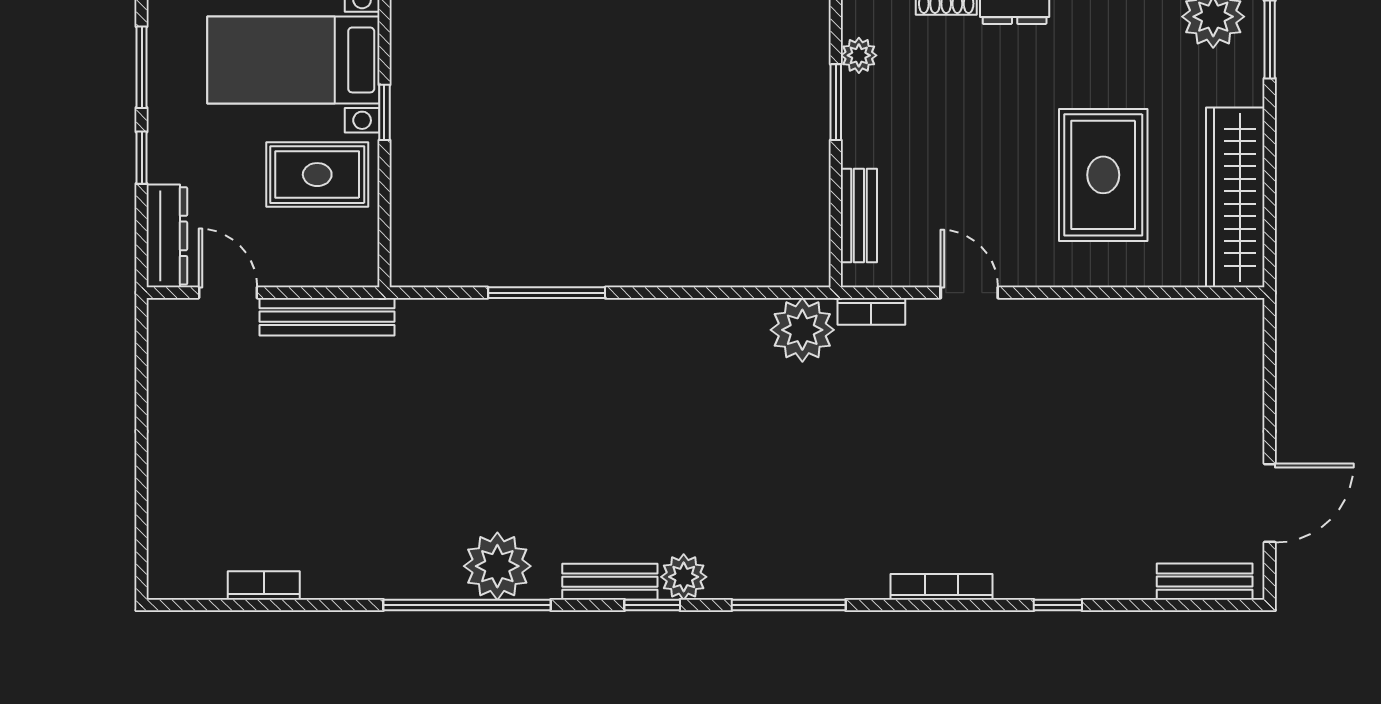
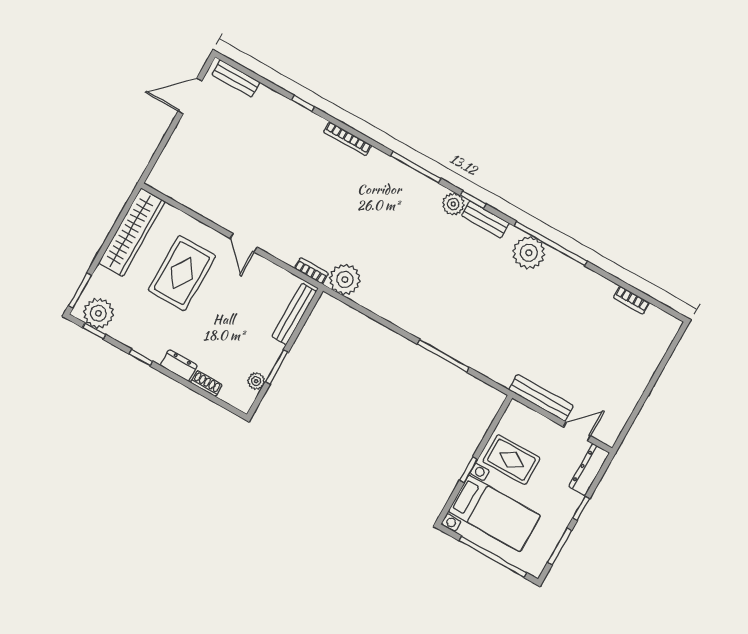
bench: (859, 216) -> (294, 314), width x1.36
door: (228, 293) -> (577, 431), swing flipped
door: (969, 293) -> (244, 243), moved

